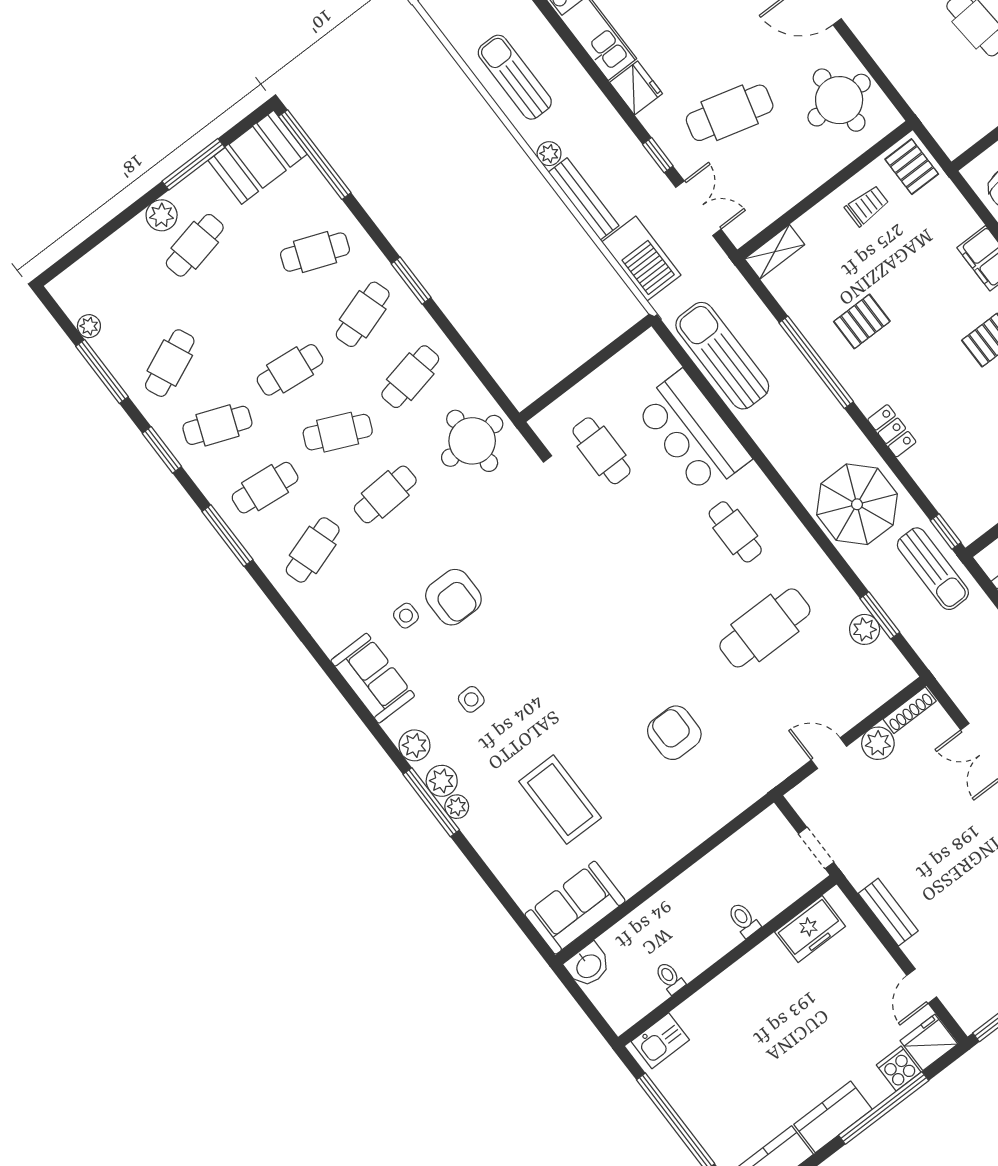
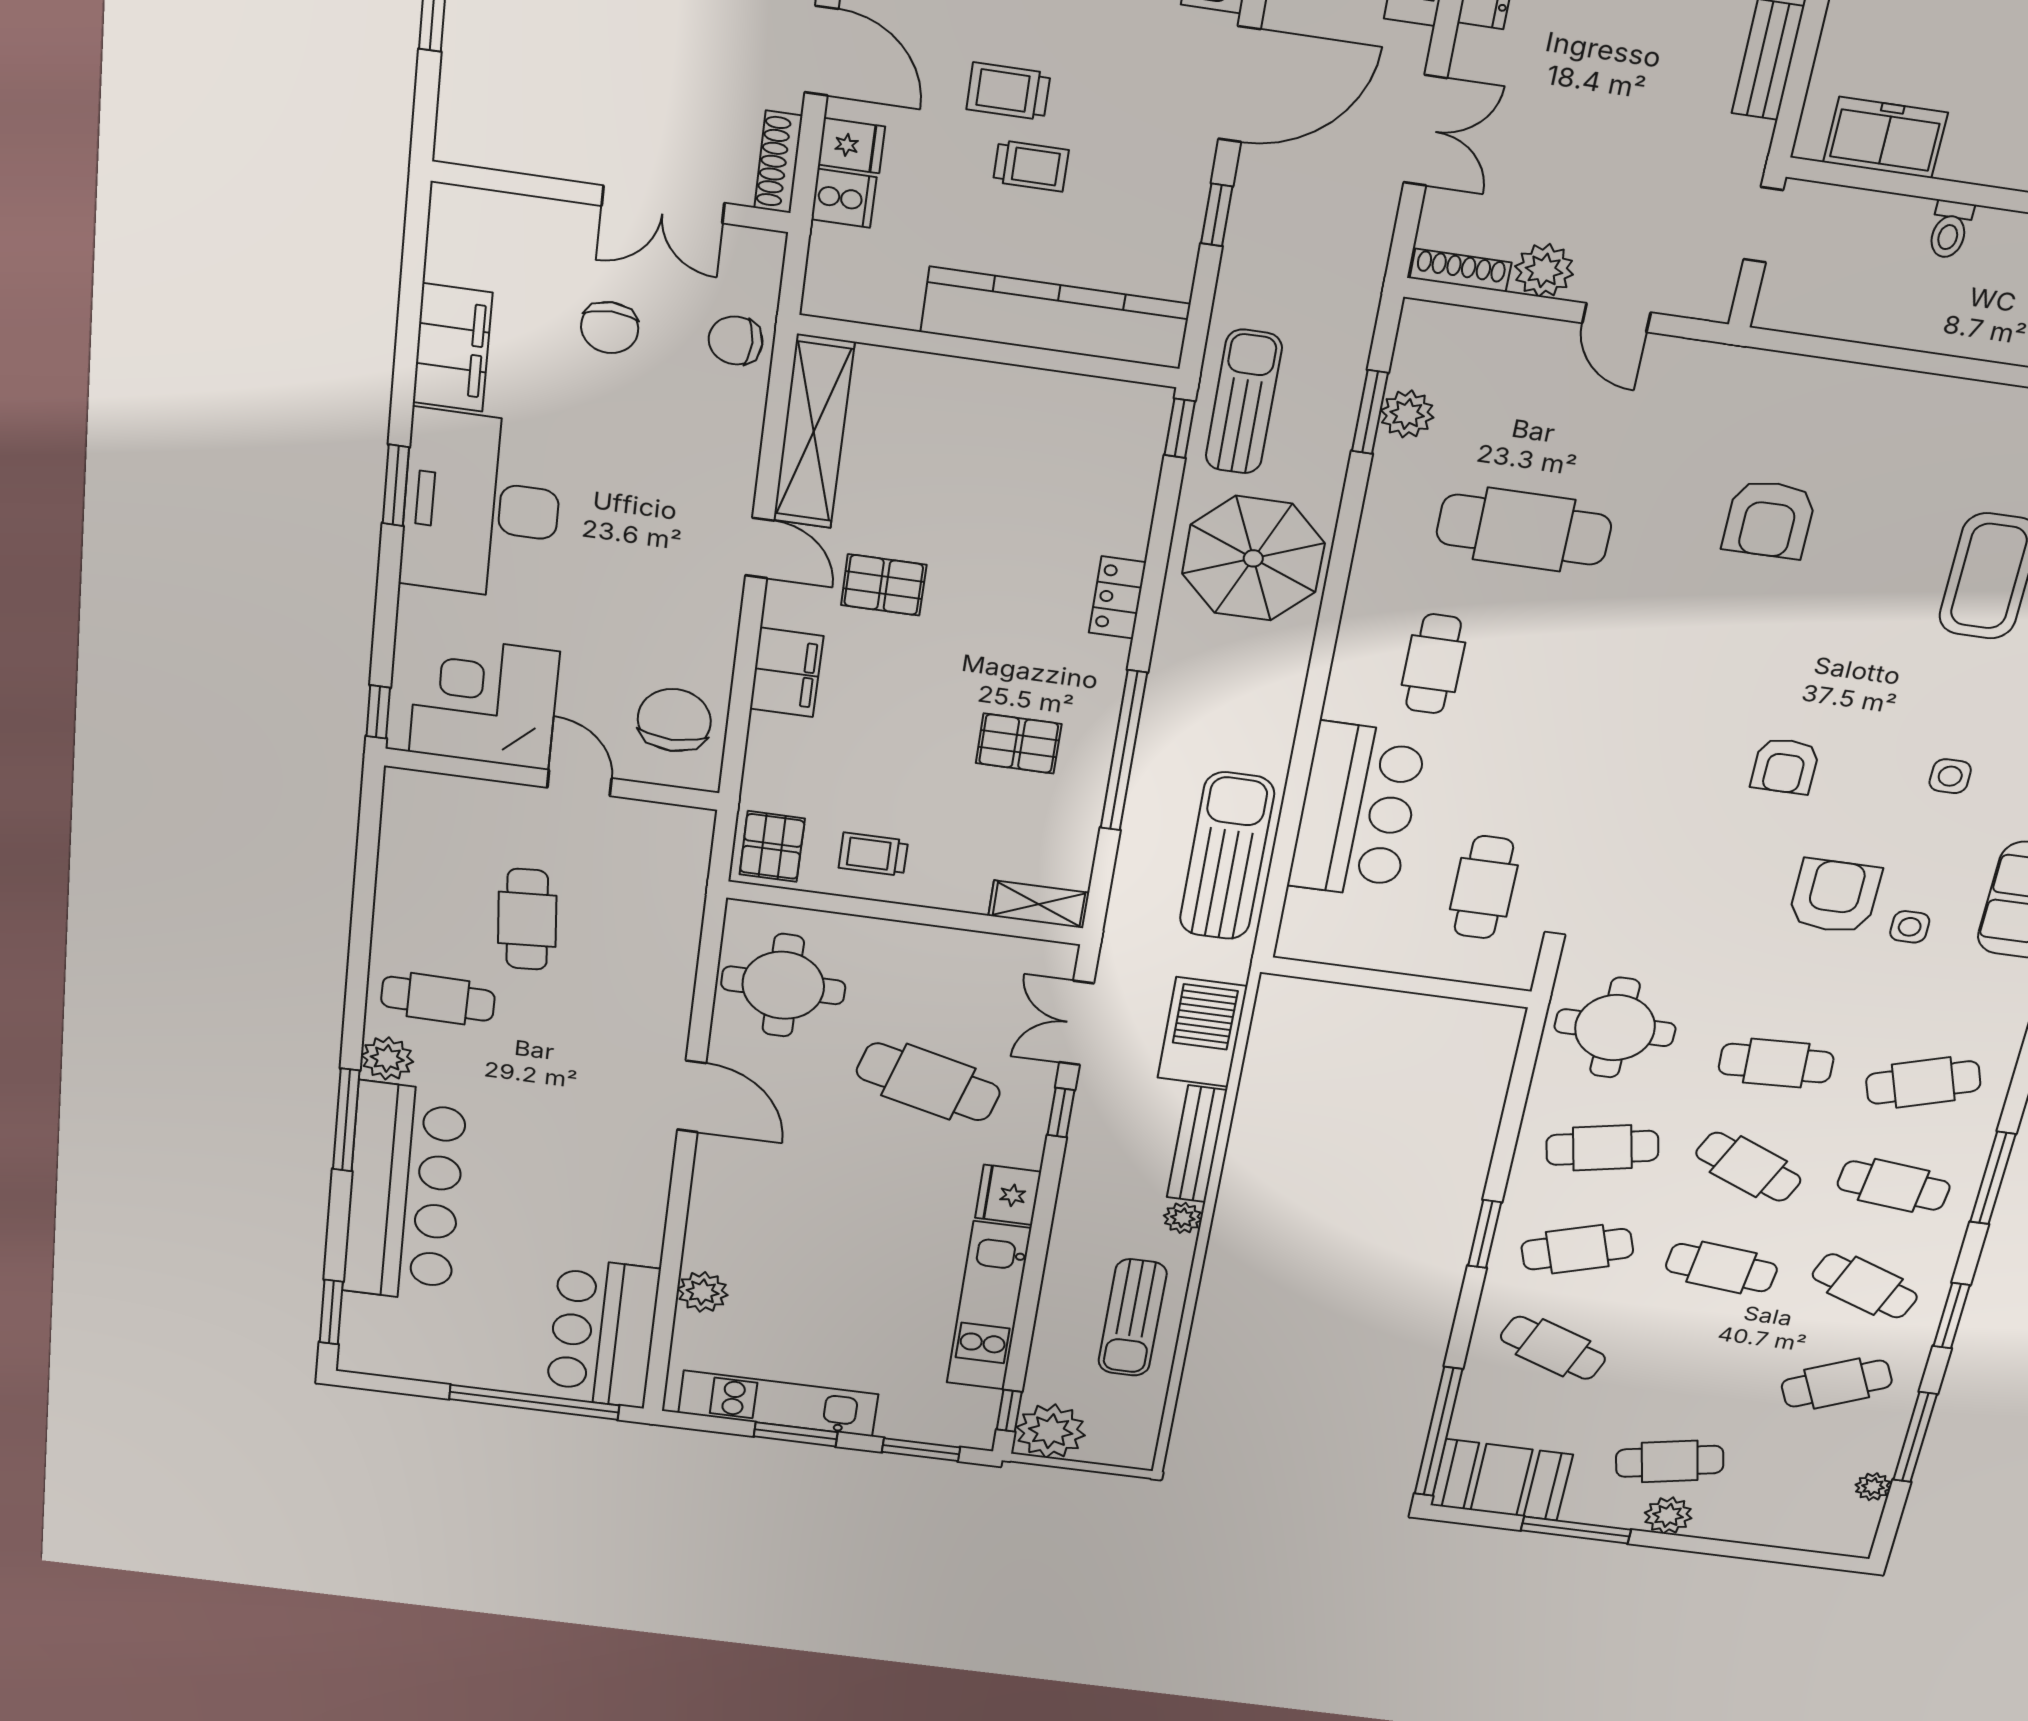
sun lounger: (722, 356) -> (1227, 856), turned 180
armchair: (543, 634) -> (1785, 766), added

